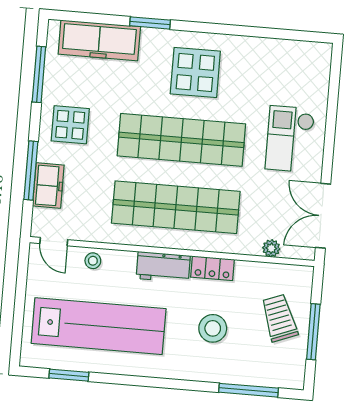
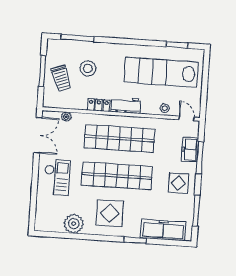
plant: (261, 55) -> (74, 224), added
stool: (213, 328) -> (88, 68), moved

